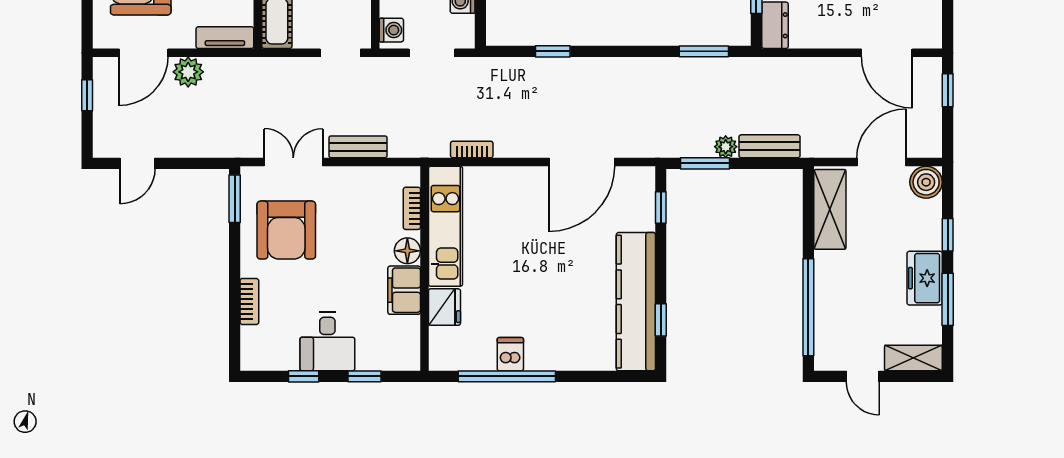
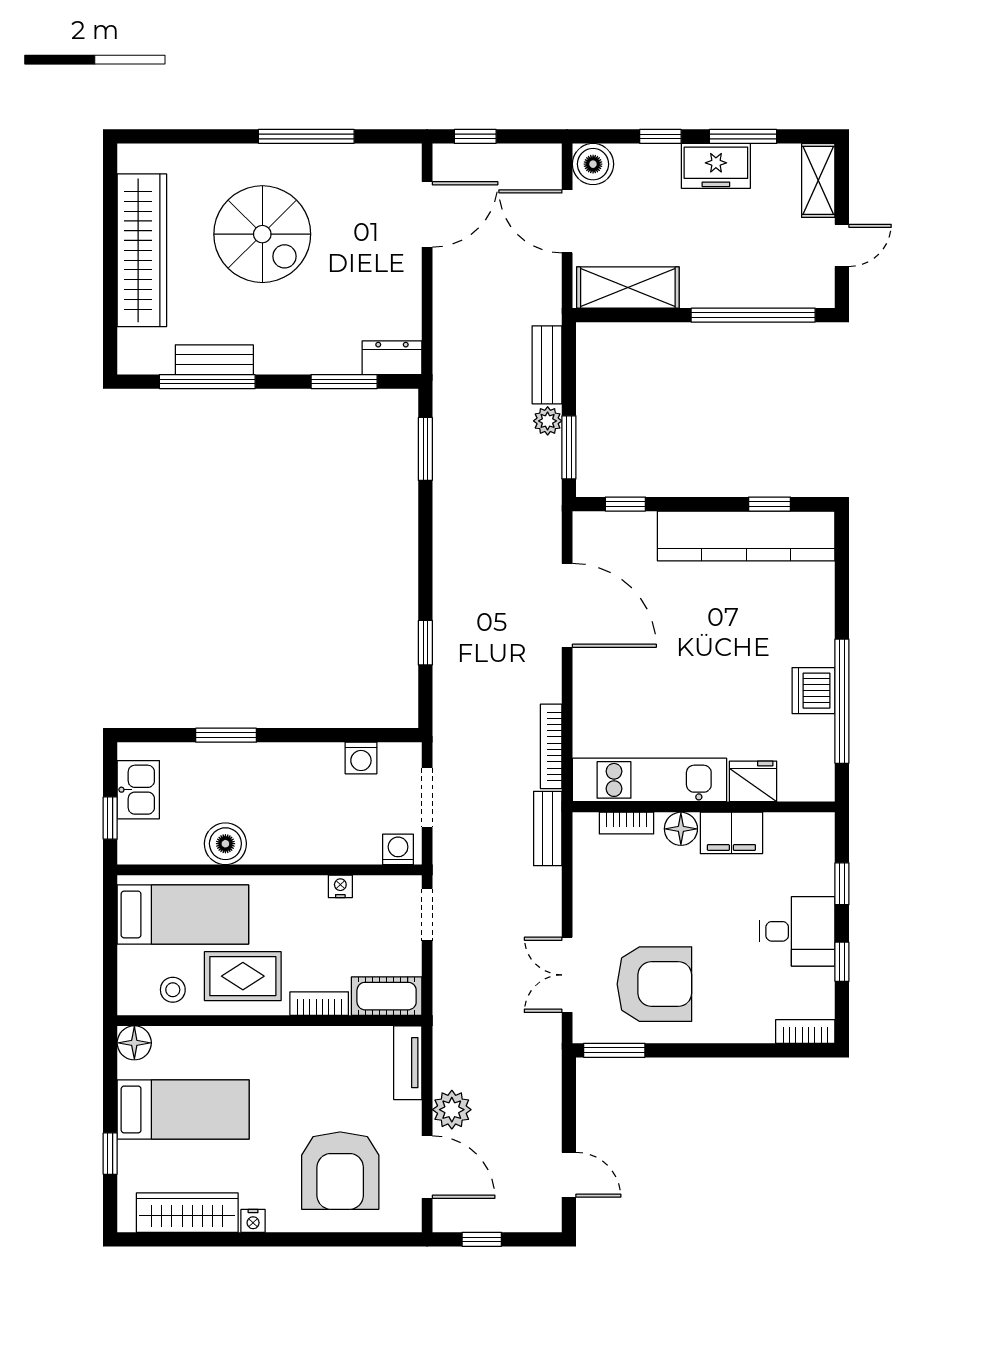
bench: (358, 147) -> (548, 828), moved
bookcase: (472, 149) -> (551, 746), width x1.56
bookcase: (249, 301) -> (805, 1031), moved
dishwasher: (510, 354) -> (813, 691), width x1.38

